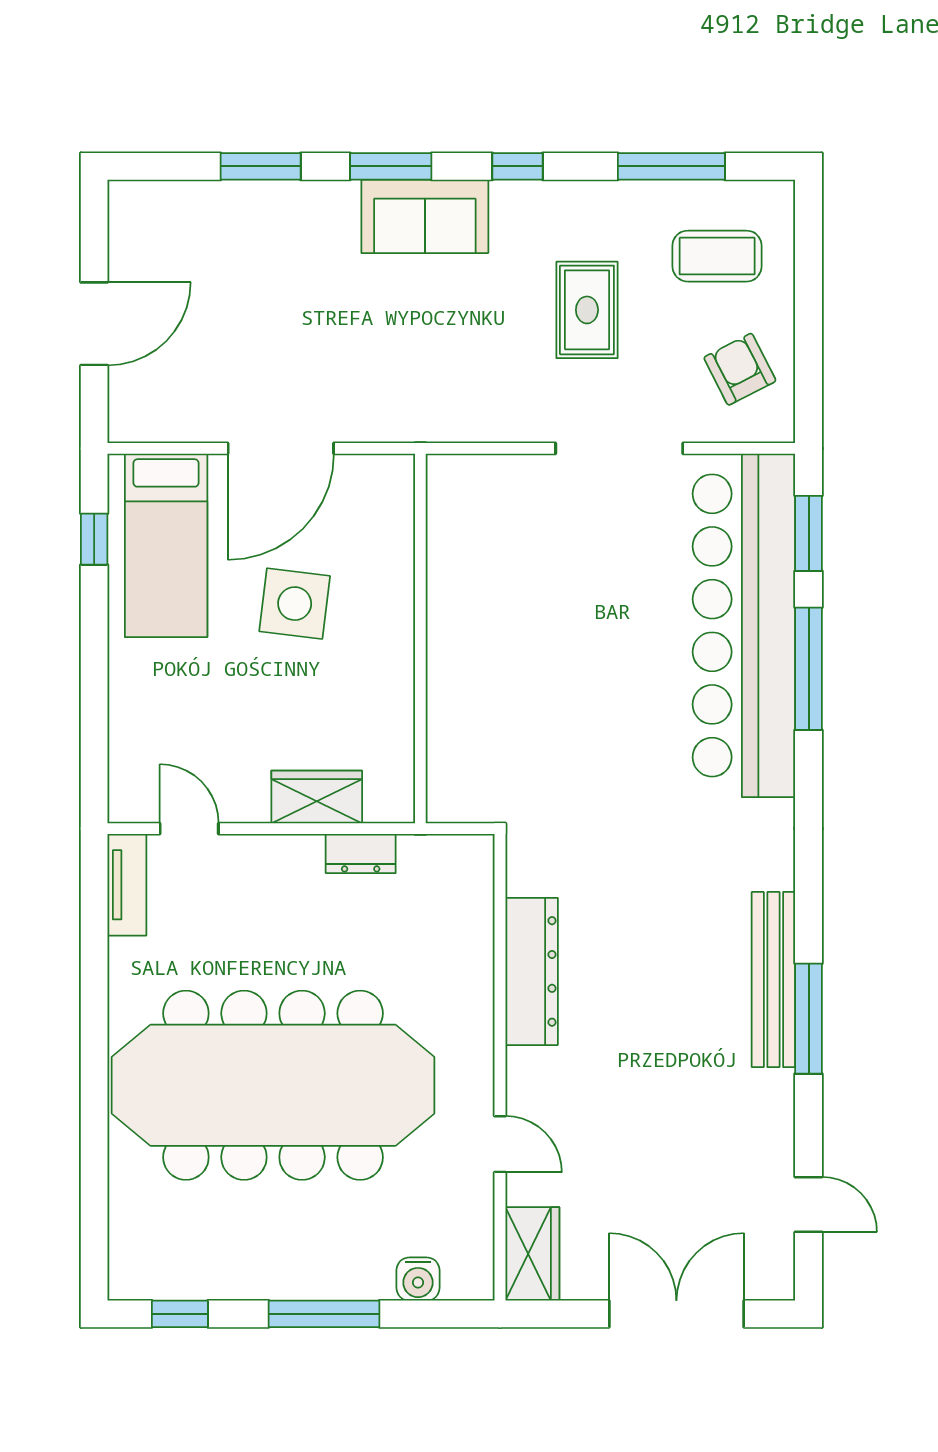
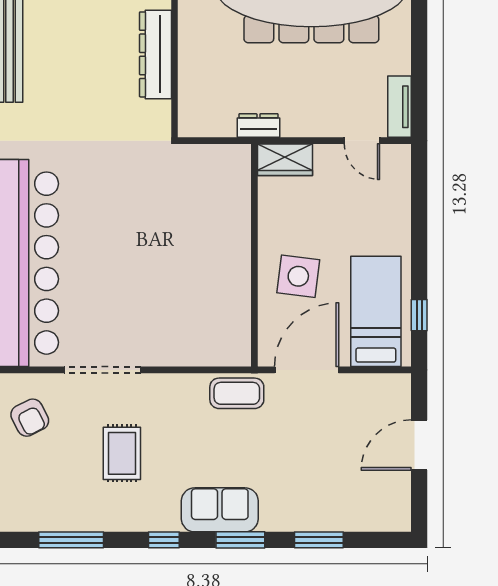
coffee table: (717, 256) -> (237, 393), moved
wall: (420, 638) -> (254, 255), moved

